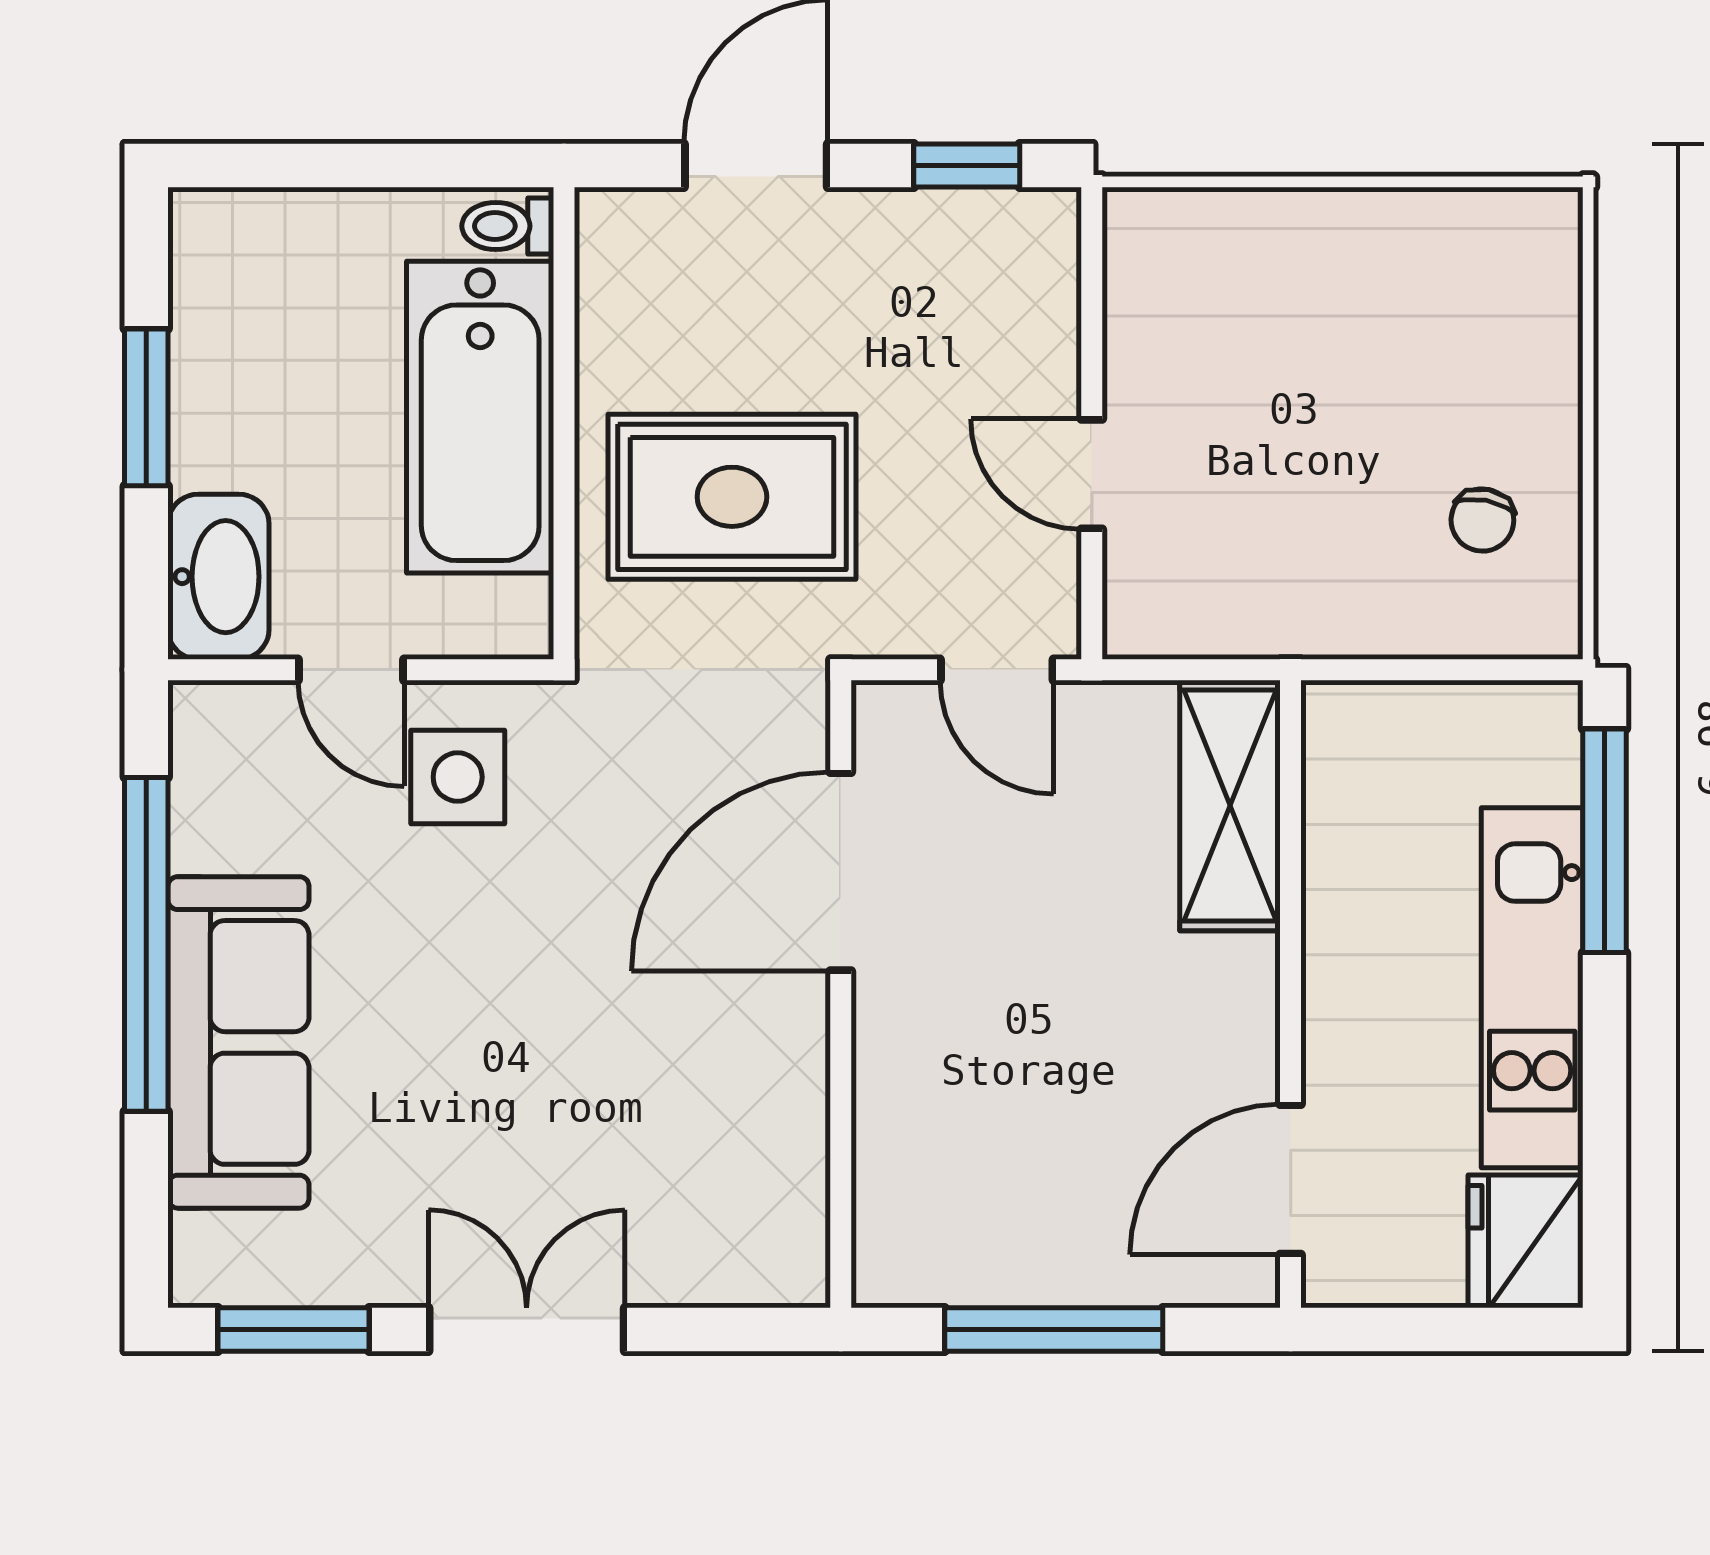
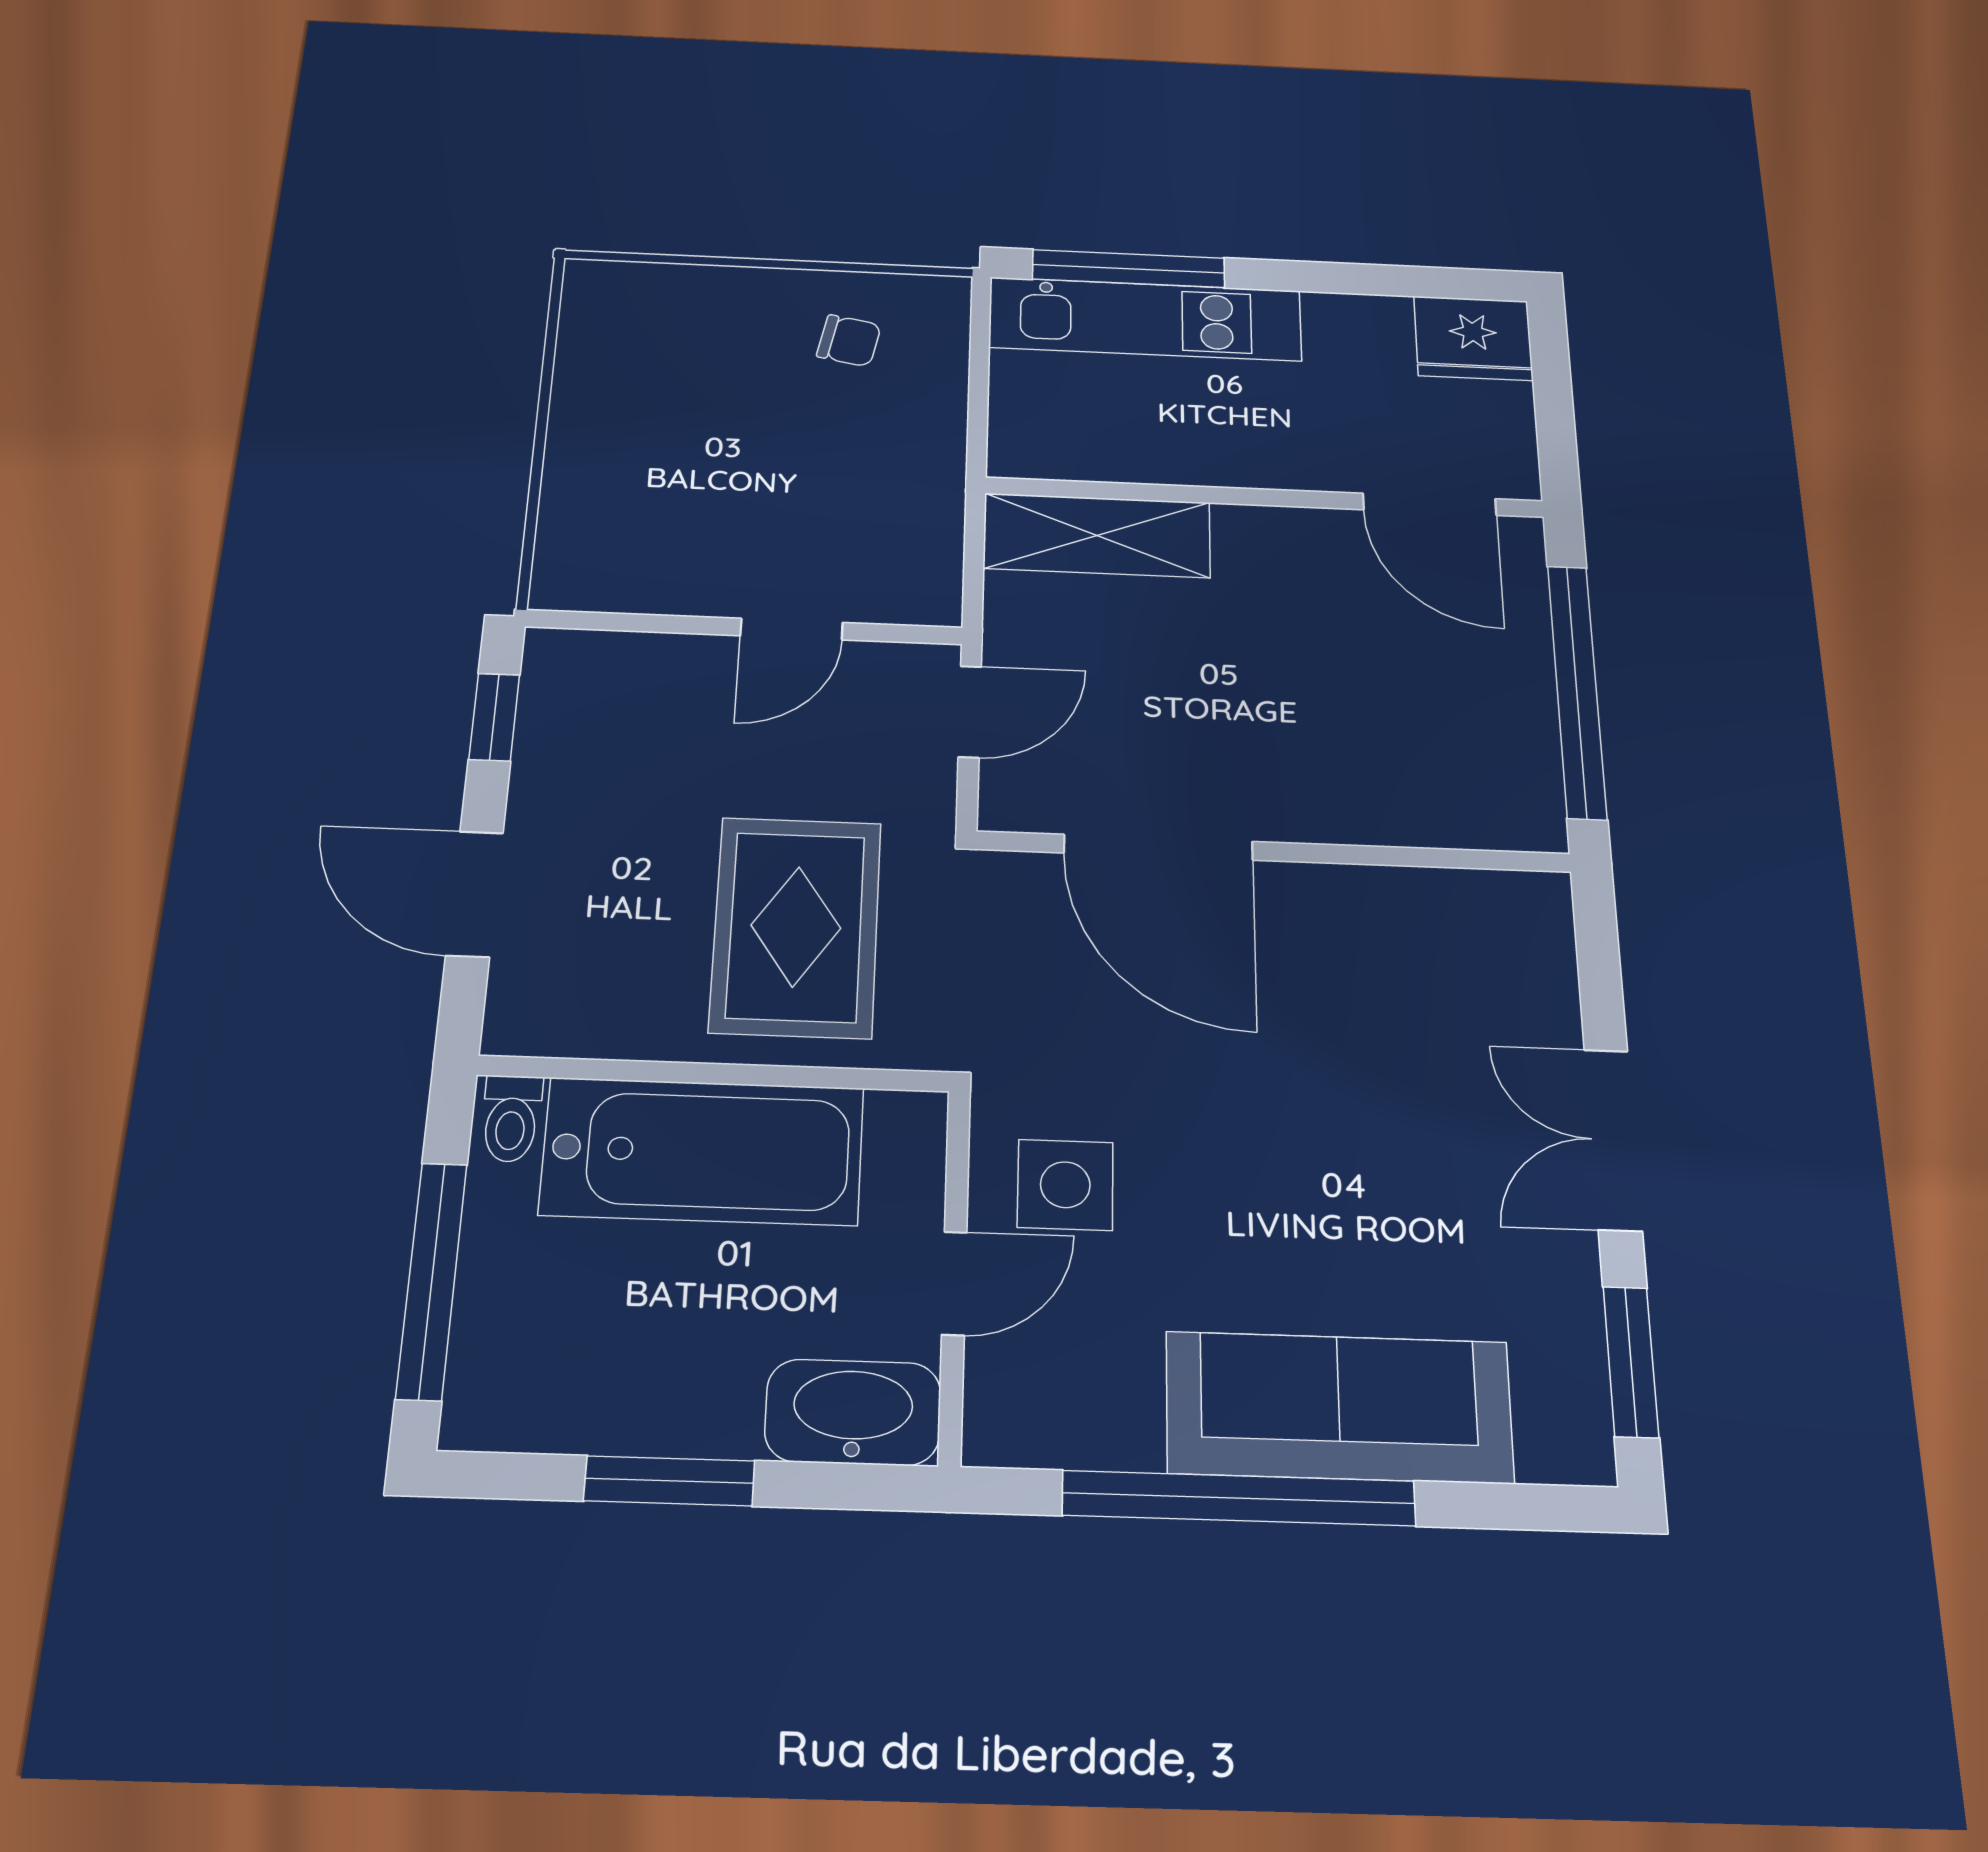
window: (337, 166) -> (432, 1280), added
kitchen unit: (1532, 988) -> (1145, 319), moved
window: (1054, 1330) -> (1577, 691), width x1.46

